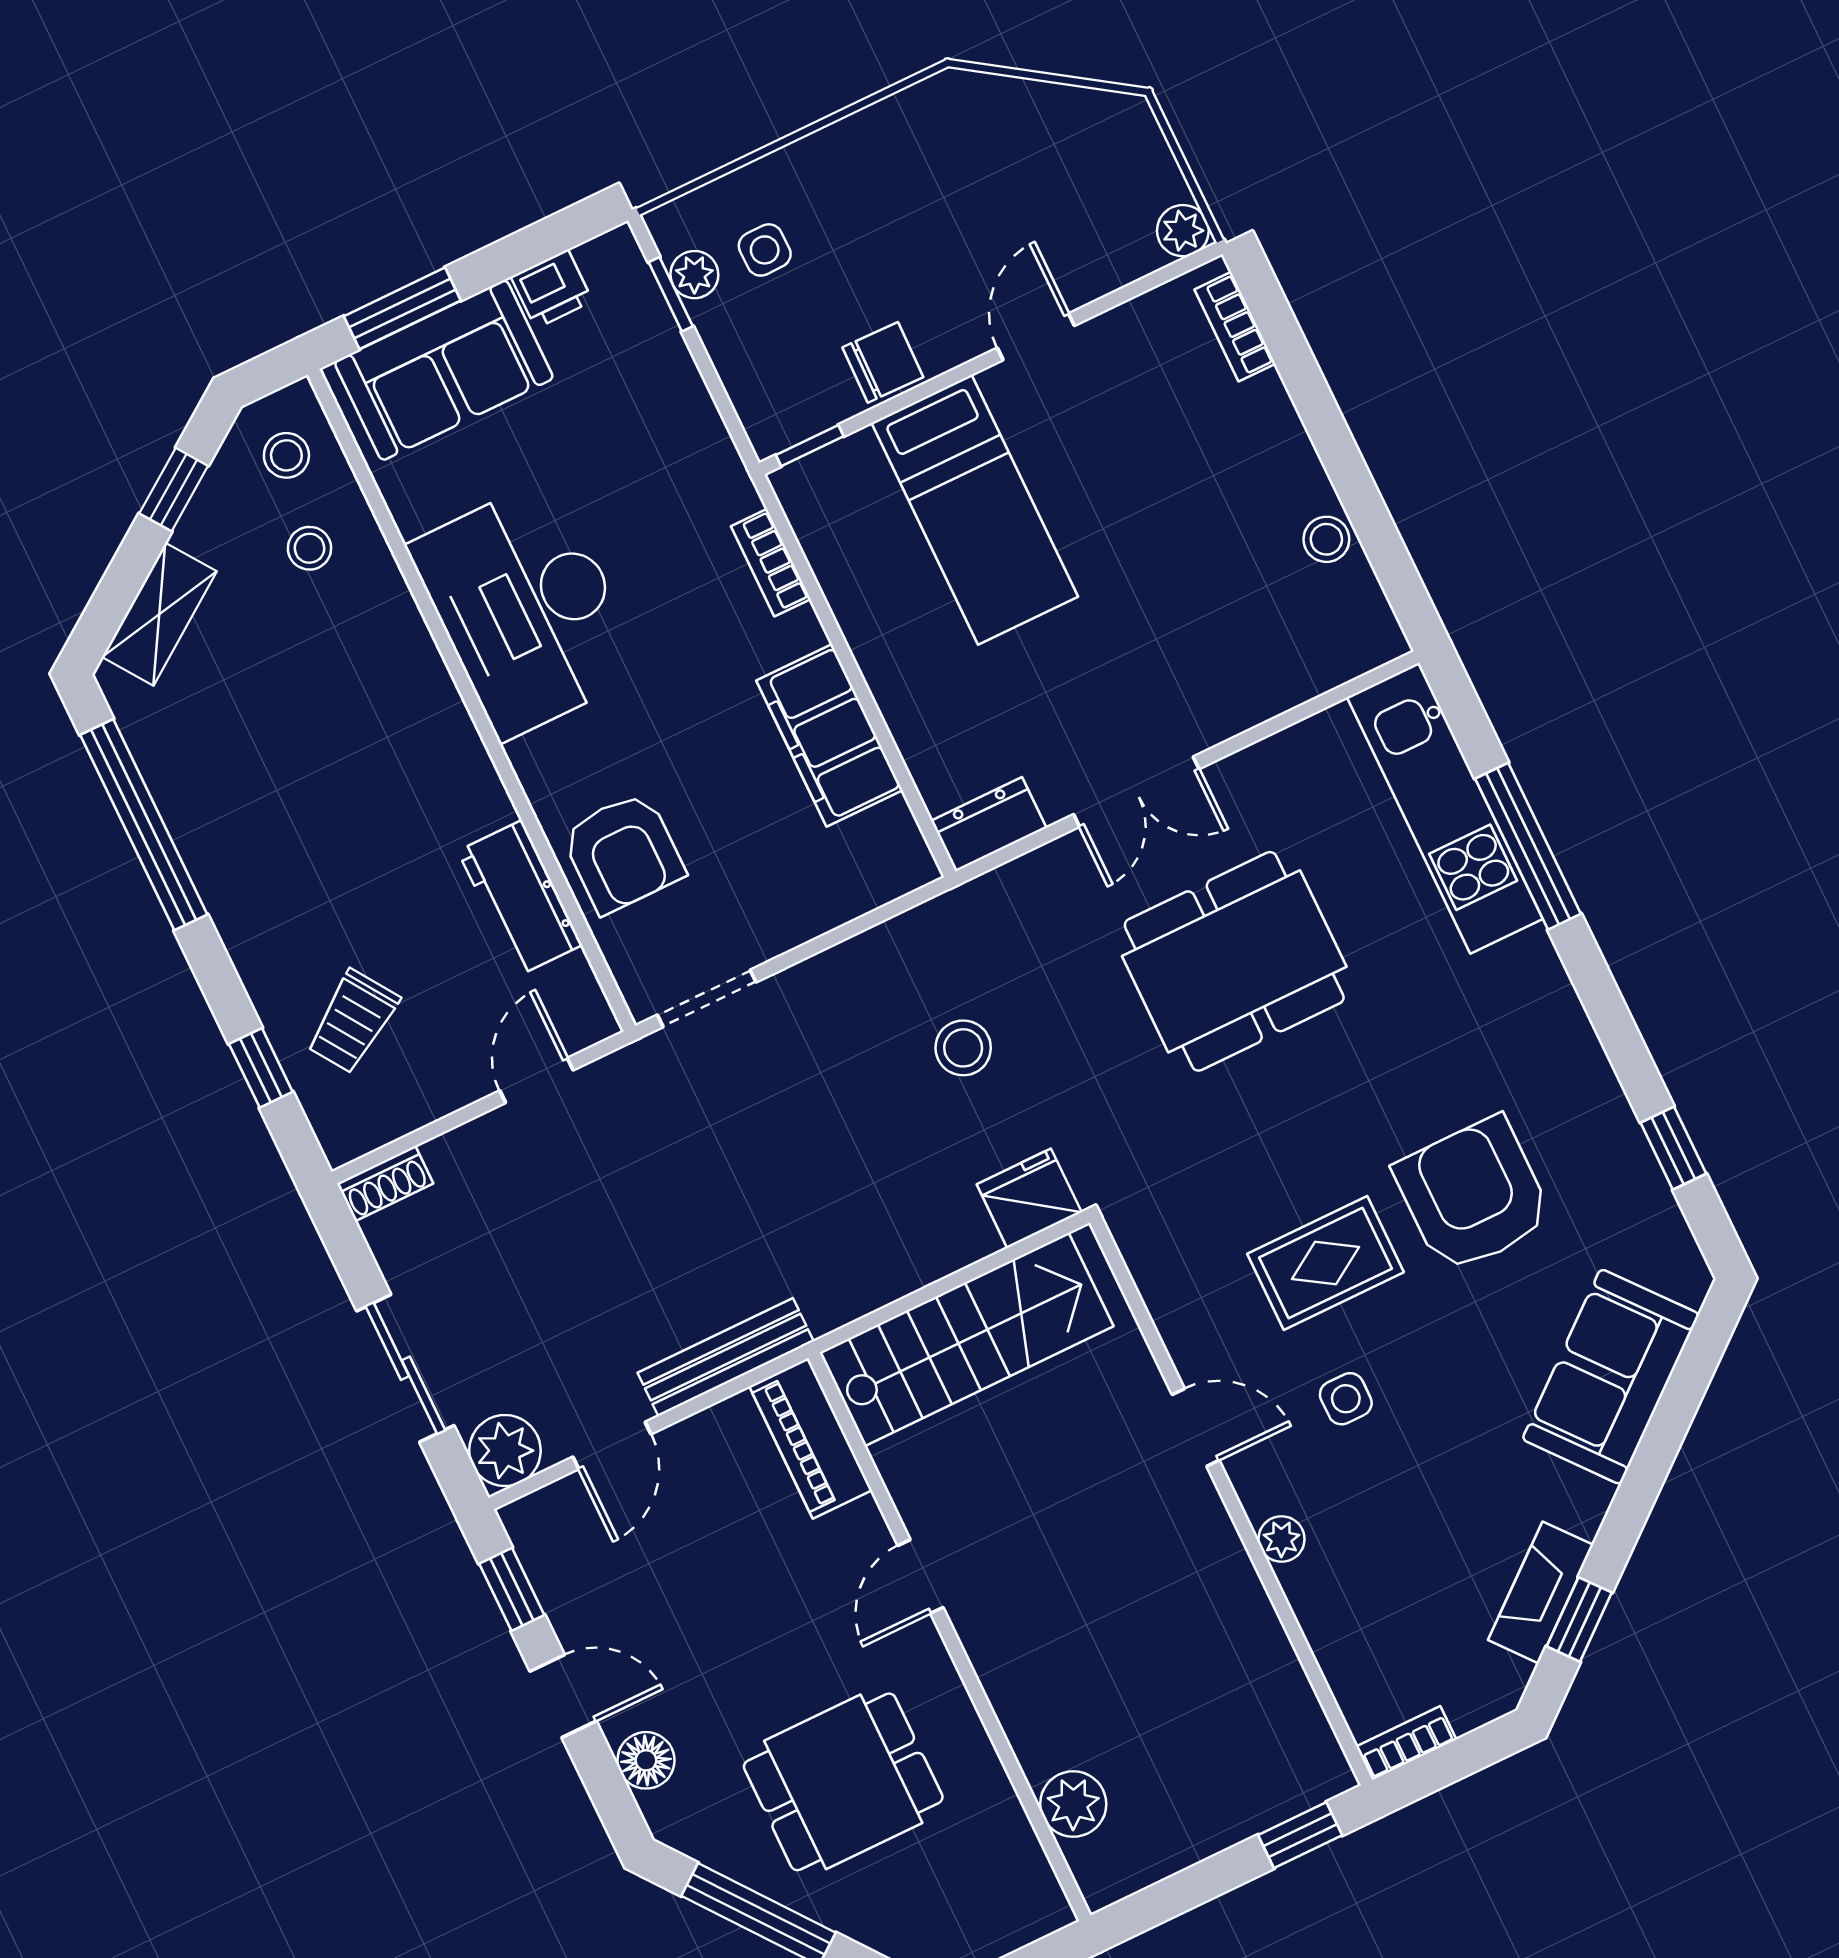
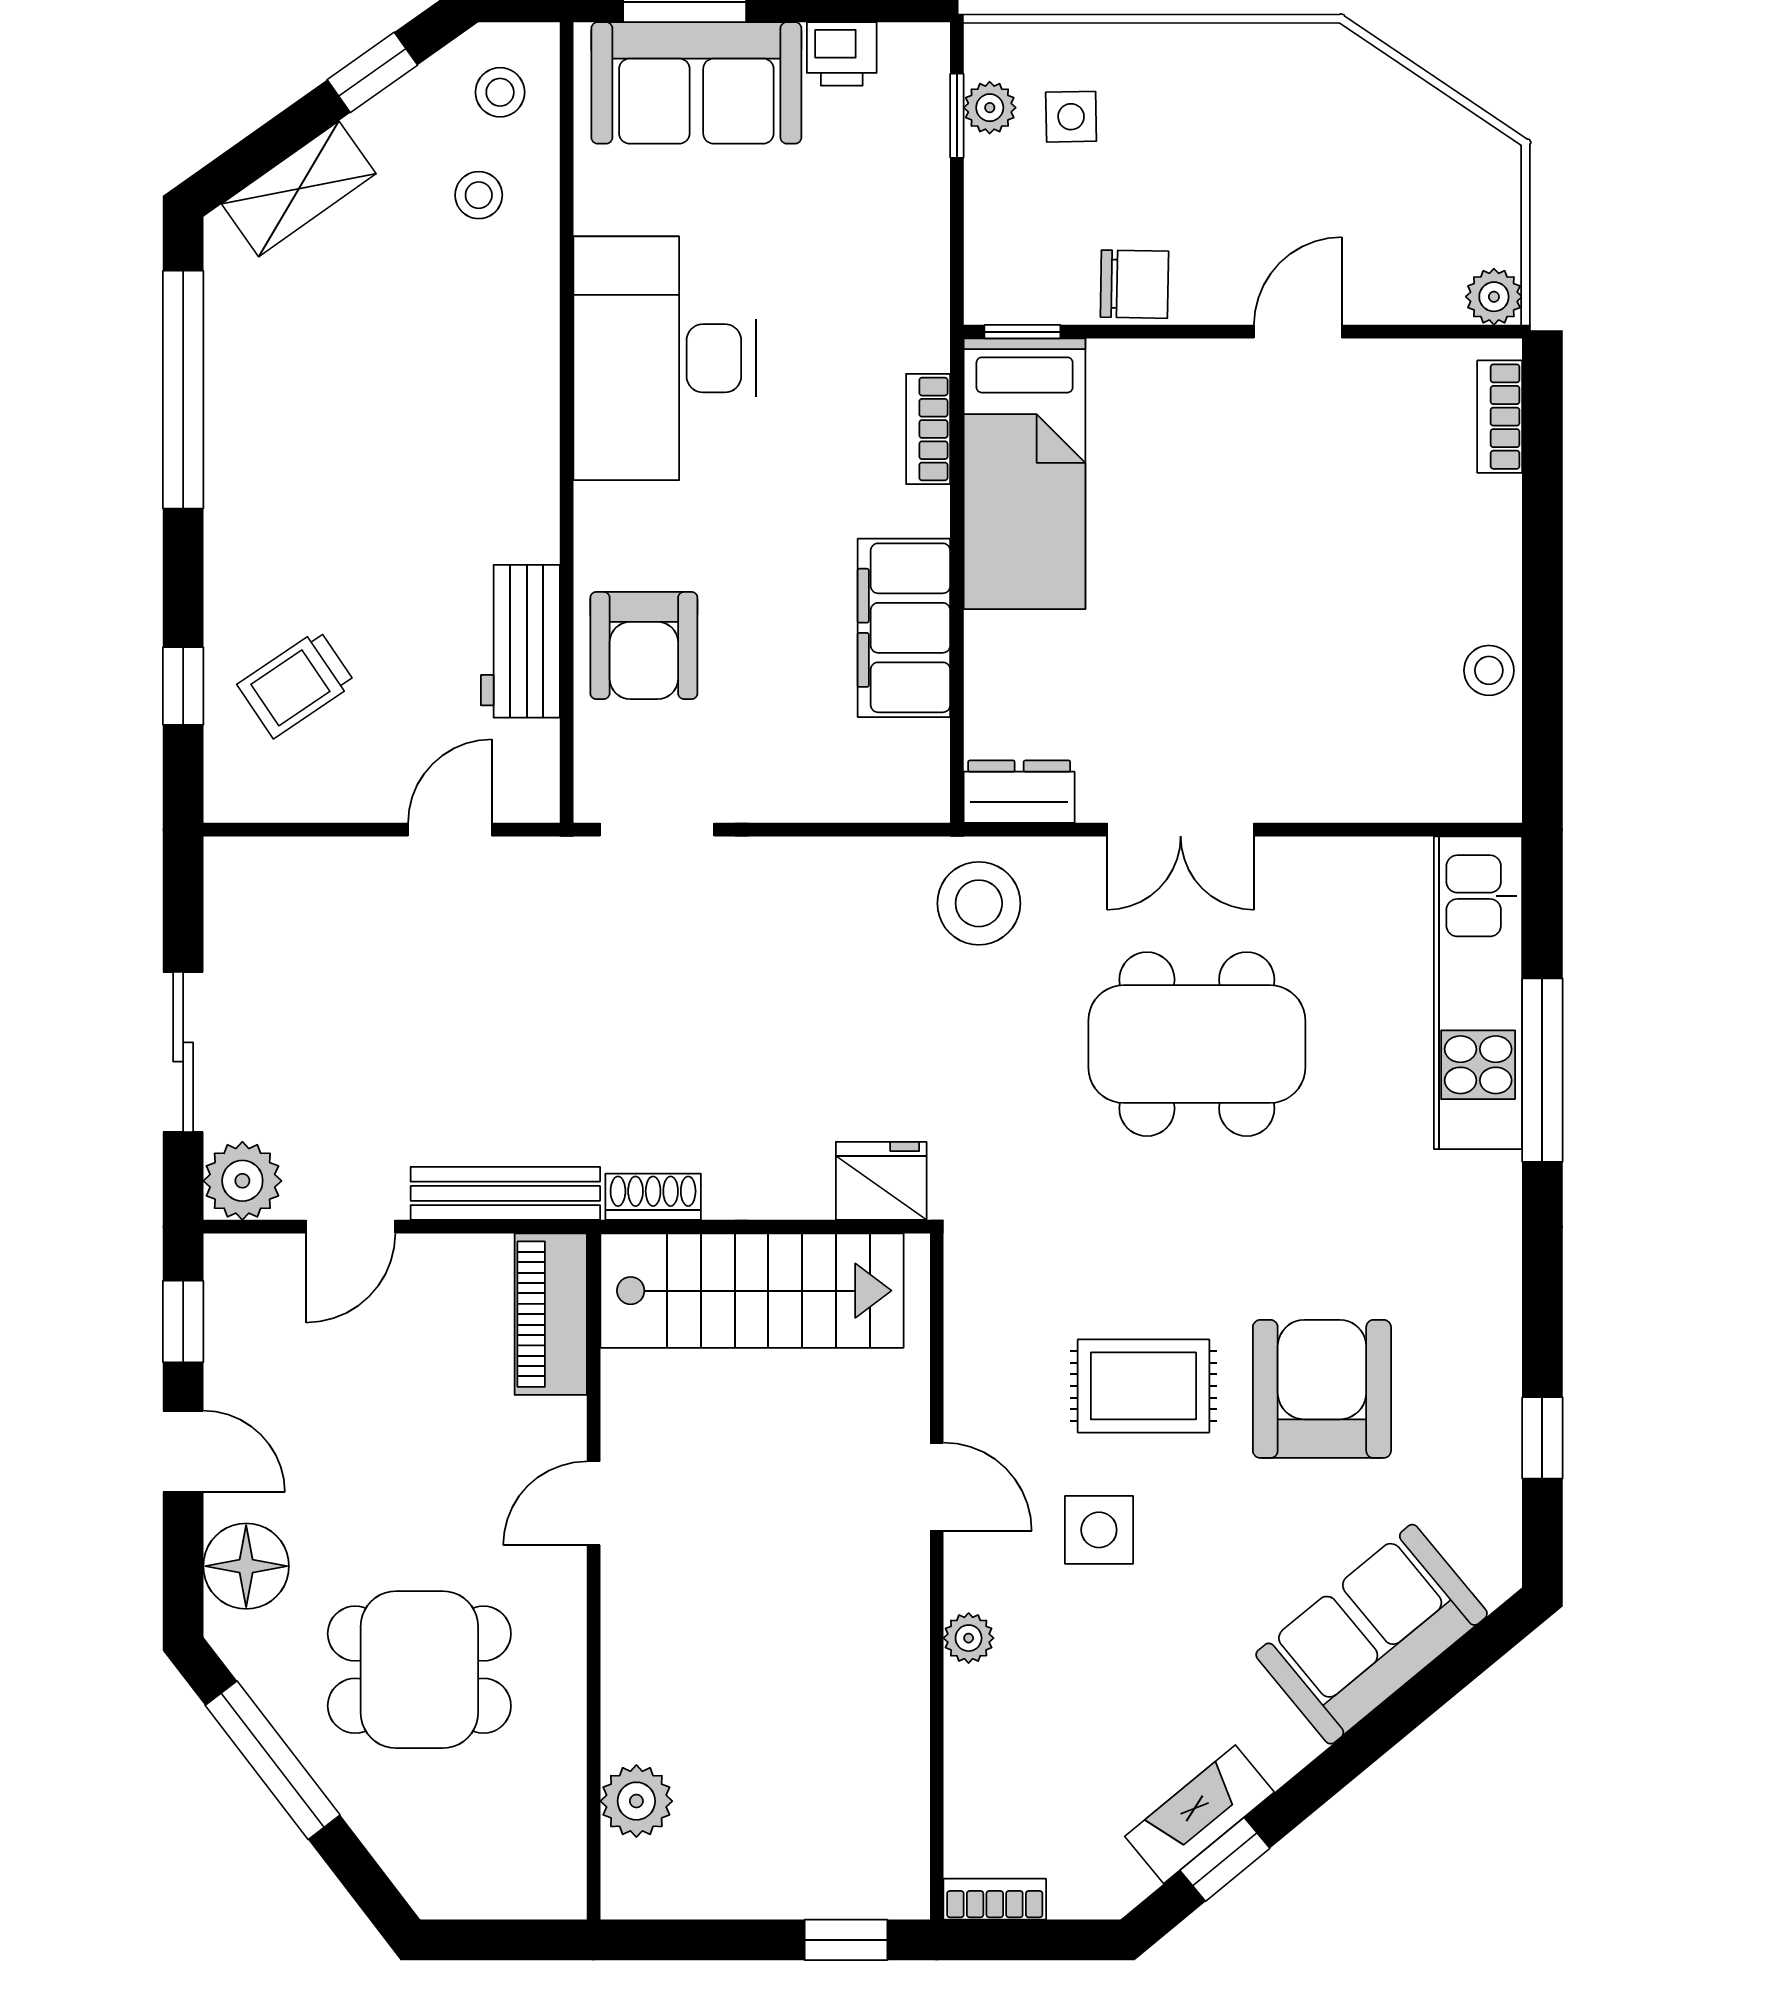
bed: (975, 510) -> (1025, 474), moved
stool: (963, 1048) -> (979, 903), moved, width x1.38, depth x1.38
shoe rack: (385, 1183) -> (653, 1197), moved, turned 180
side table: (1346, 1399) -> (1099, 1530), width x1.37, depth x1.37
floor lamp: (646, 1760) -> (246, 1566), width x1.38, depth x1.38

